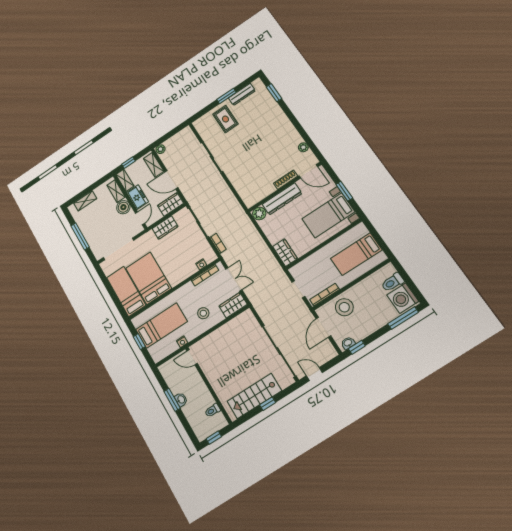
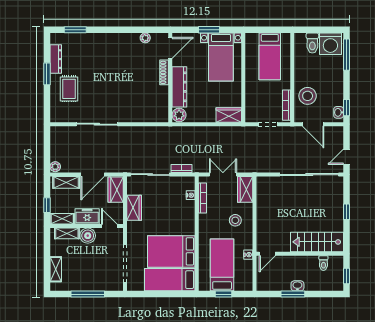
rug: (225, 119) -> (69, 89), turned 90
stairs: (254, 396) -> (317, 242), moved, turned 90

